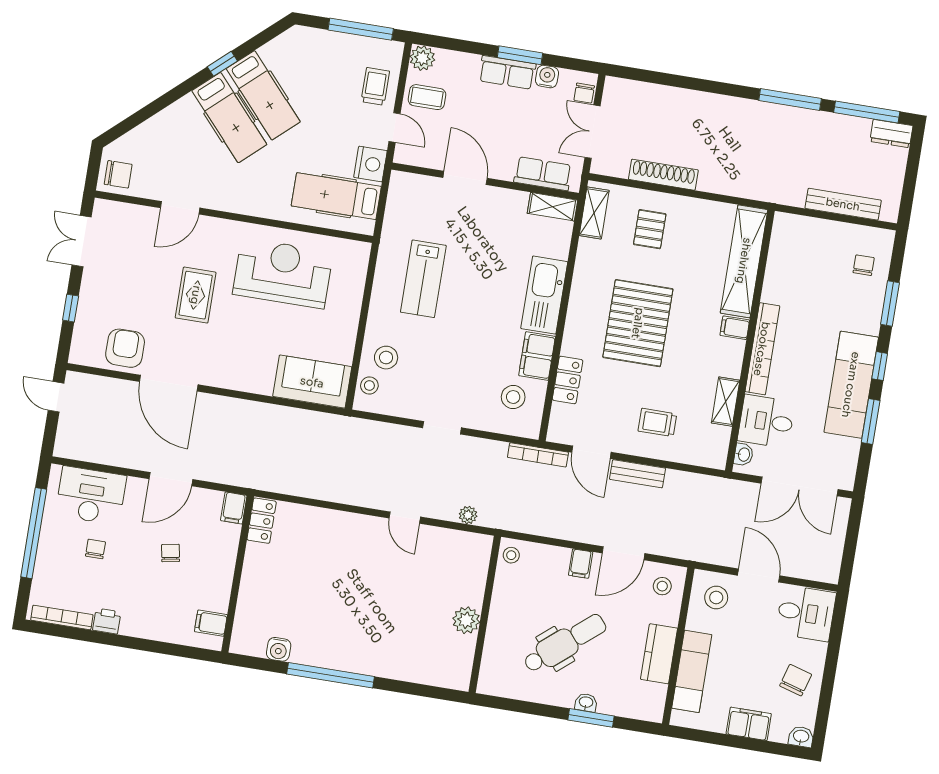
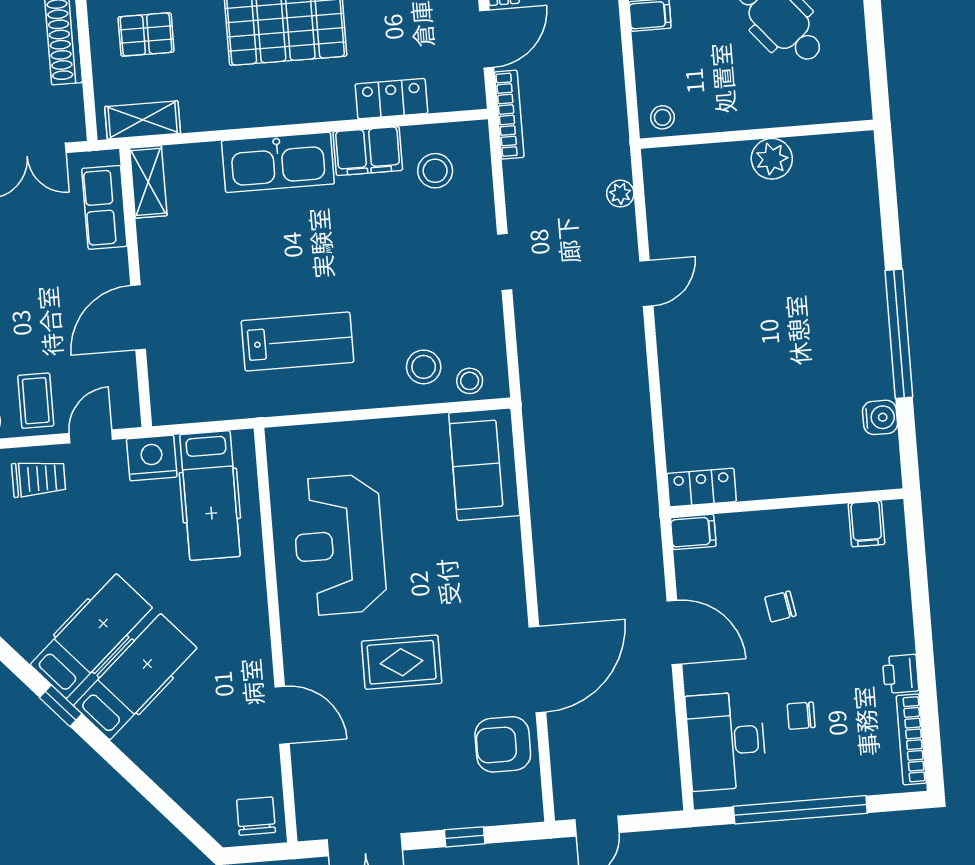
trolley: (375, 86) -> (39, 479), turned 180

